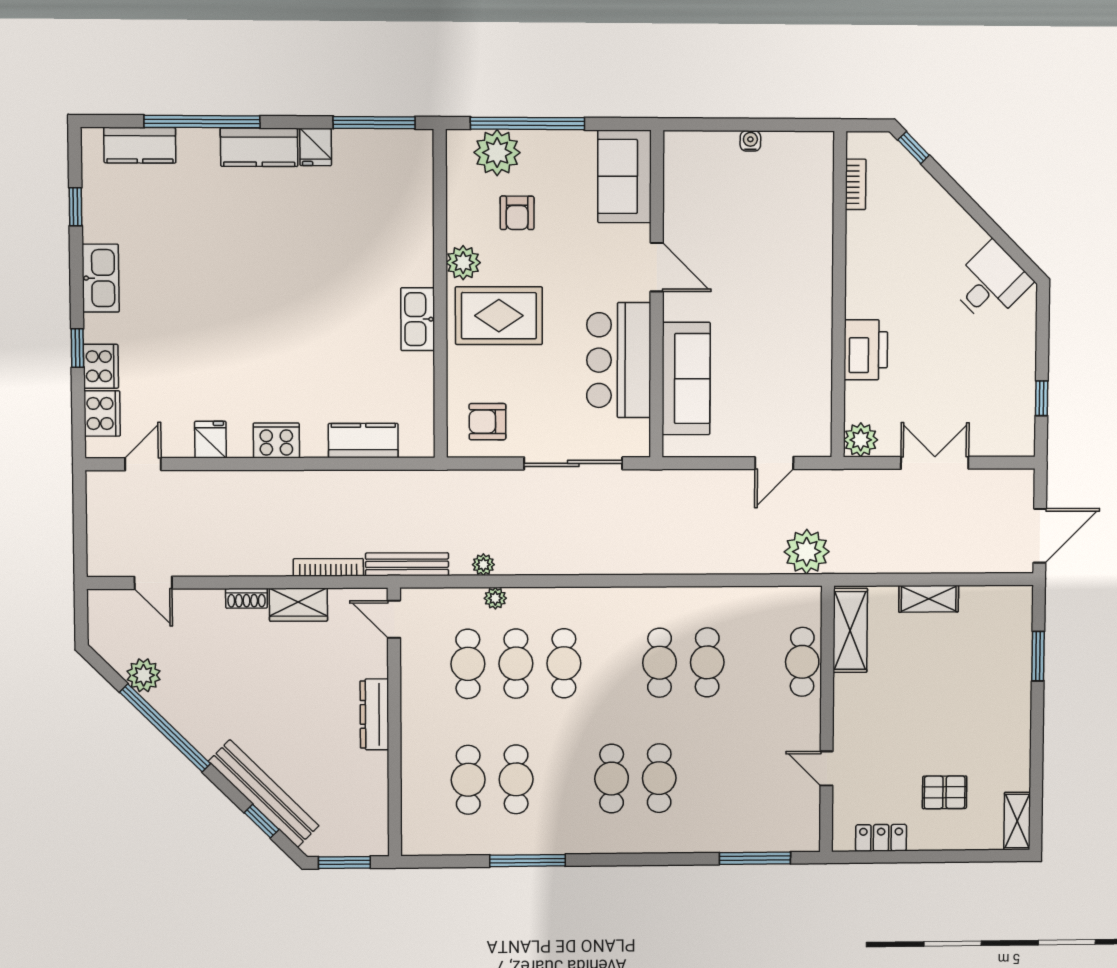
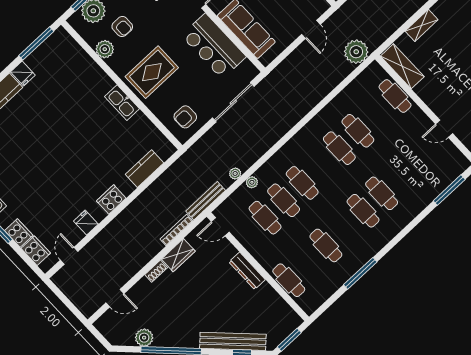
plant: (463, 263) -> (105, 49), moved
cafe table: (468, 780) -> (289, 280), moved

